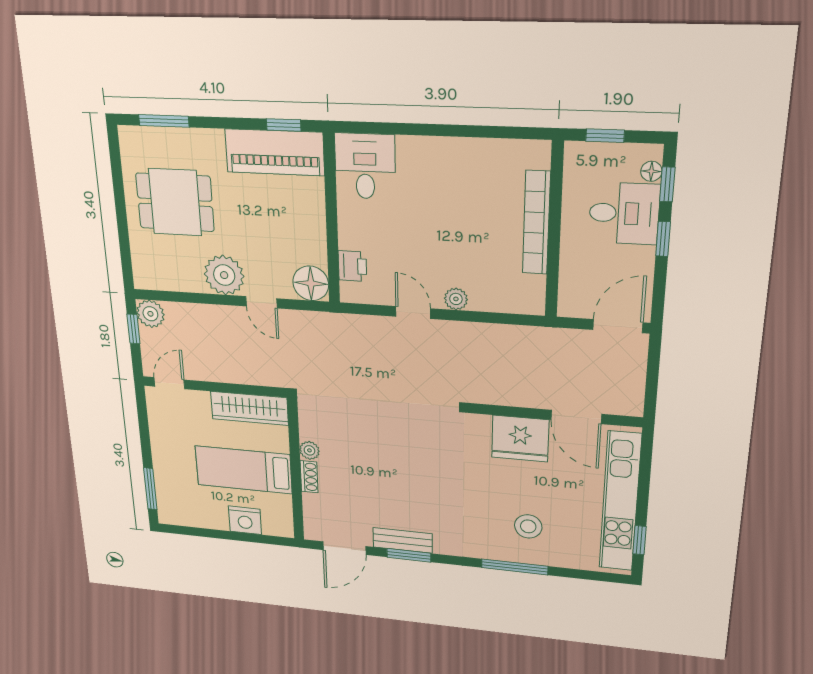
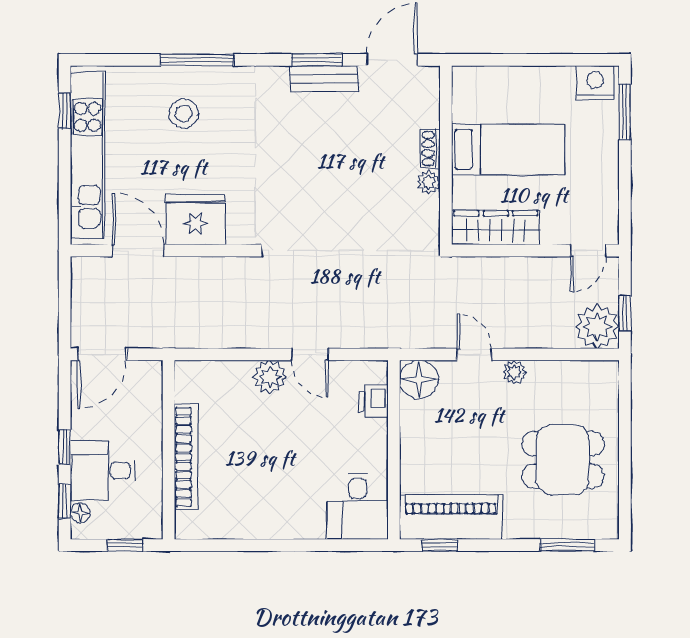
plant: (224, 275) -> (514, 372), width x0.53, depth x0.53
plant: (456, 299) -> (270, 377), width x1.38, depth x1.38
plant: (150, 314) -> (597, 327), width x1.36, depth x1.36
nightstand: (245, 520) -> (595, 83), moved

